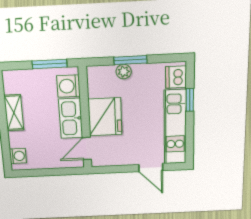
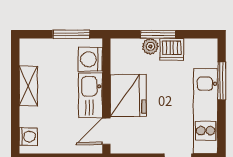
dishwasher: (176, 77) -> (172, 49), moved, turned -90
window: (190, 100) -> (222, 81), width x1.50

